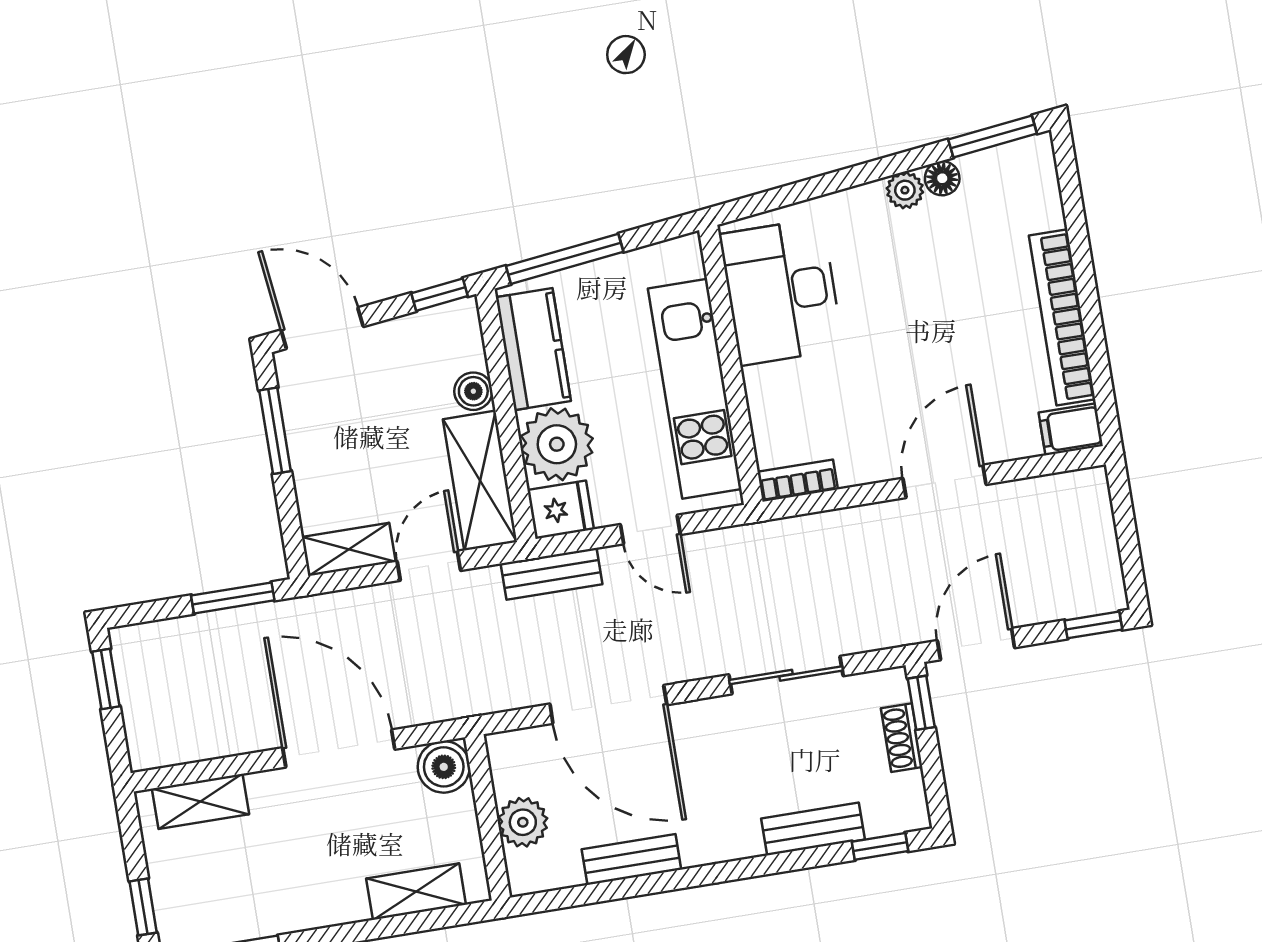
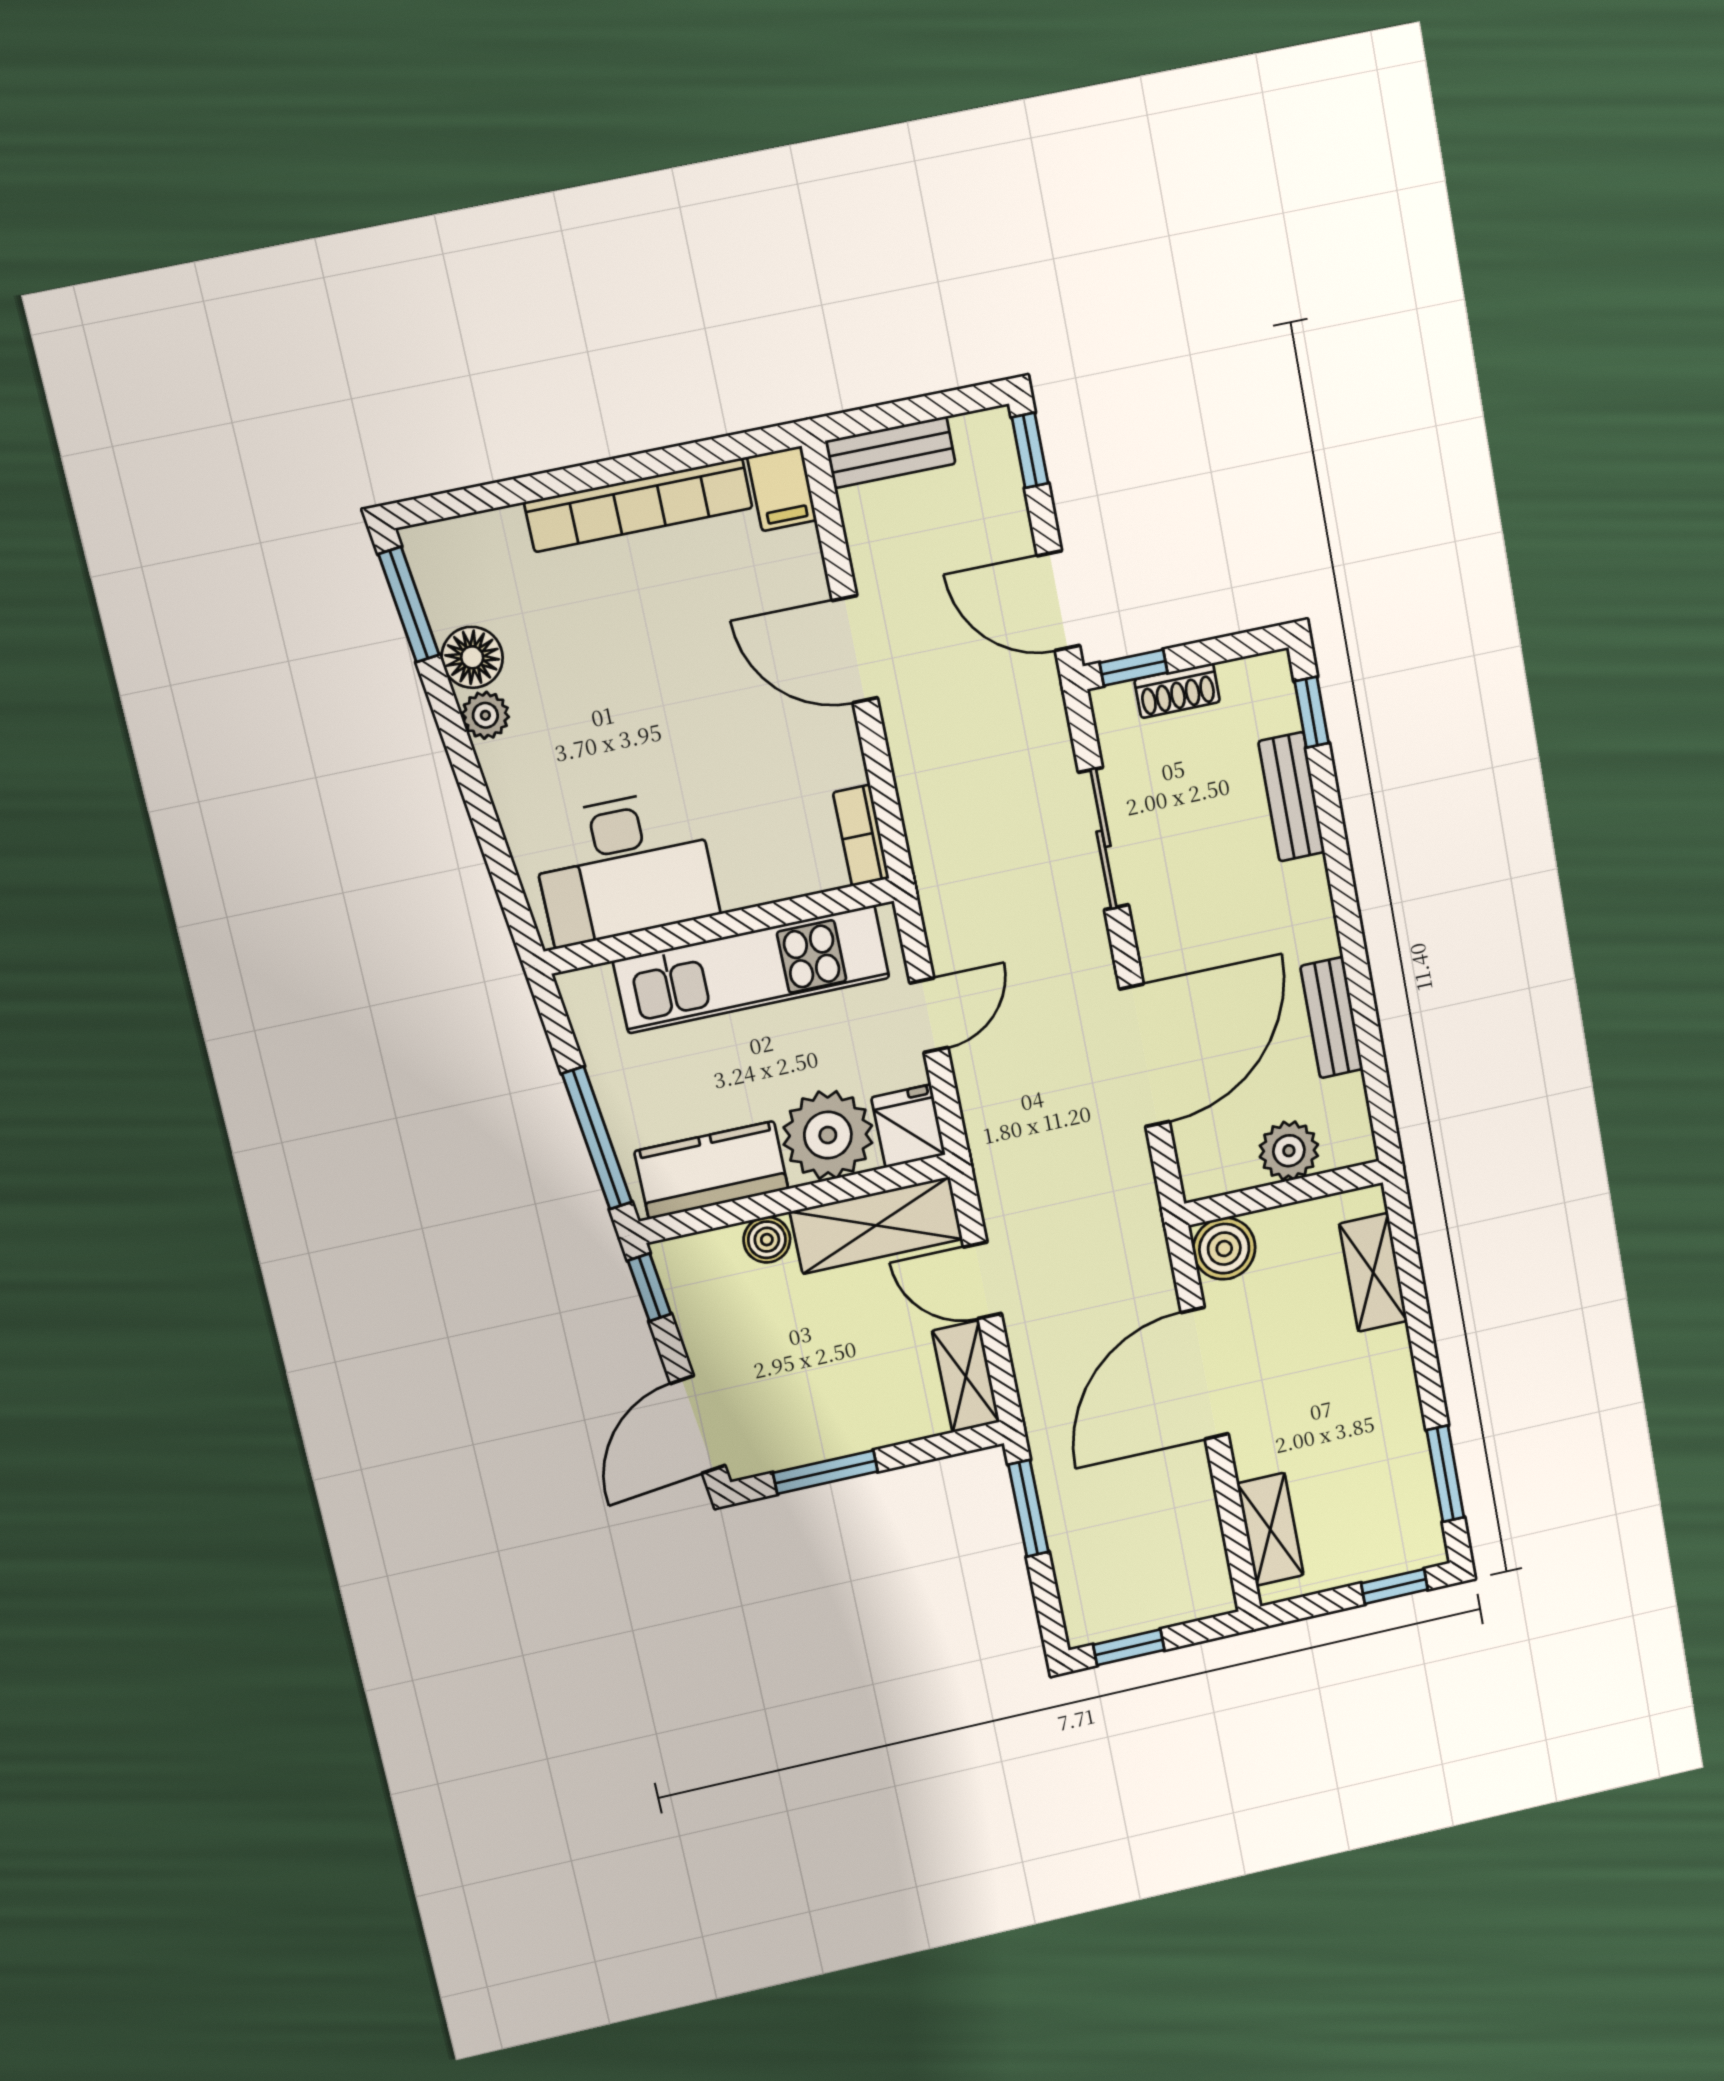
floor lamp: (942, 178) -> (472, 657), width x1.37, depth x1.37
bench: (551, 574) -> (890, 452), moved, turned 90

